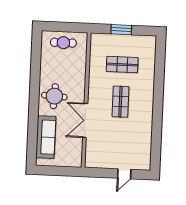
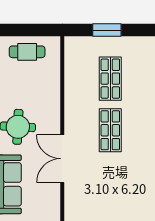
shop shelf: (122, 65) -> (110, 79), turned 90

